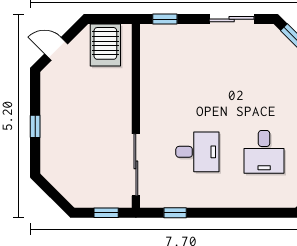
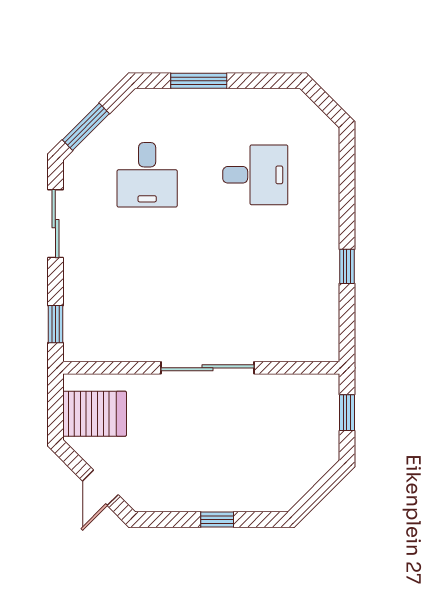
desk: (197, 152) -> (147, 175), moved, turned 180
sliding door: (136, 165) -> (208, 368), moved
window: (175, 213) -> (347, 266), moved

